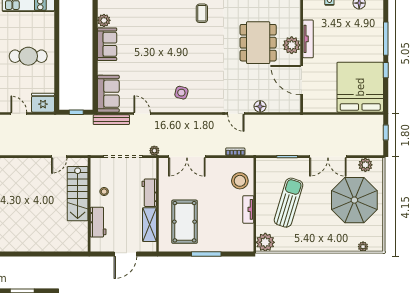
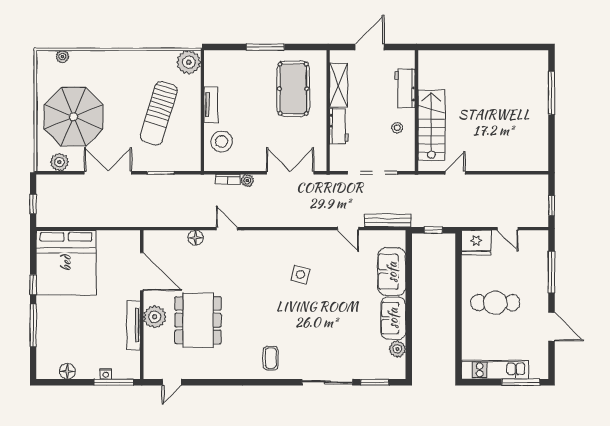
side table: (181, 93) -> (300, 274), moved
sofa: (108, 94) -> (392, 272), moved
plant: (154, 151) -> (247, 181), moved

